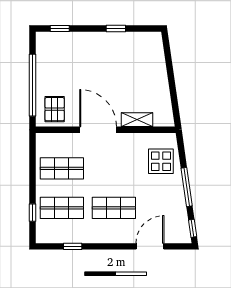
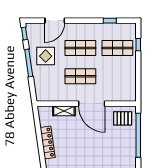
locker: (160, 75) -> (48, 142), added
pallet: (55, 109) -> (123, 118), turned 90
display table: (161, 161) -> (46, 56), moved
shop shelf: (62, 168) -> (80, 76), moved

